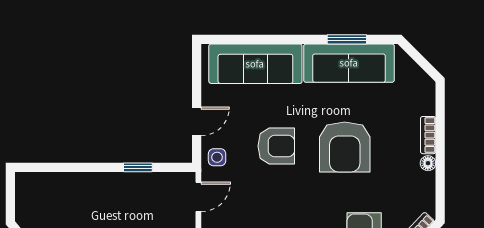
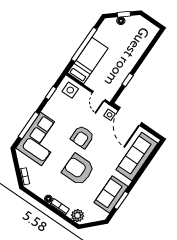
sofa: (349, 63) -> (111, 195), width x0.73
plant: (423, 95) -> (78, 216), added
door: (197, 121) -> (130, 116), width x1.88
armchair: (276, 146) -> (82, 137), moved

